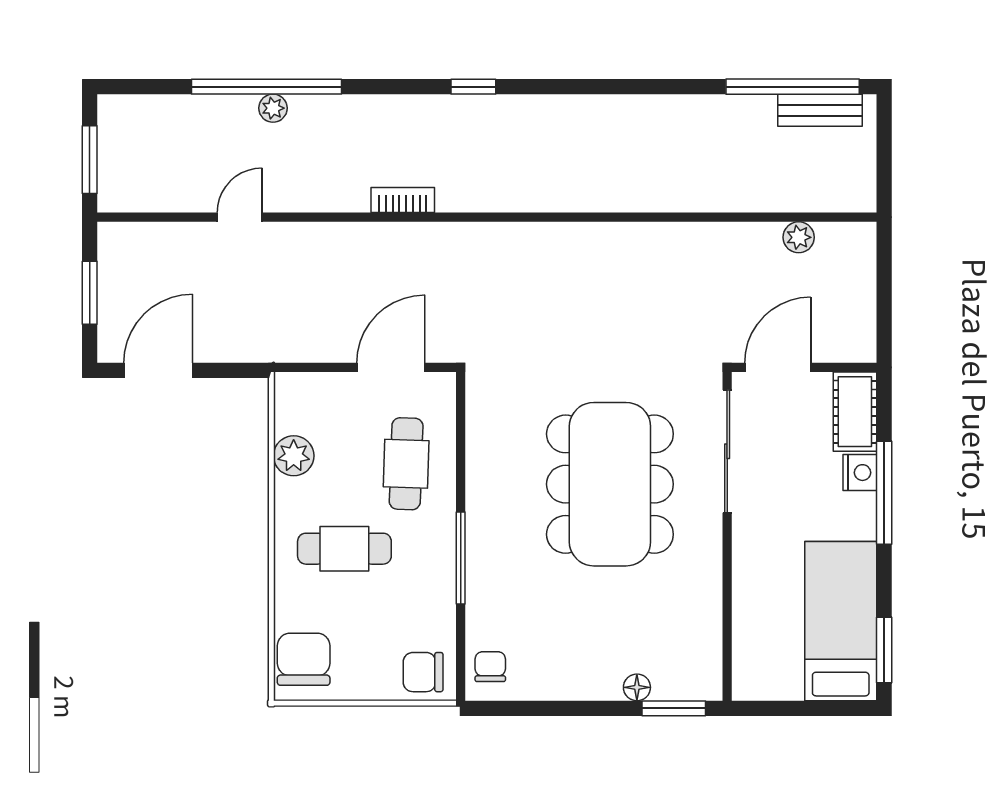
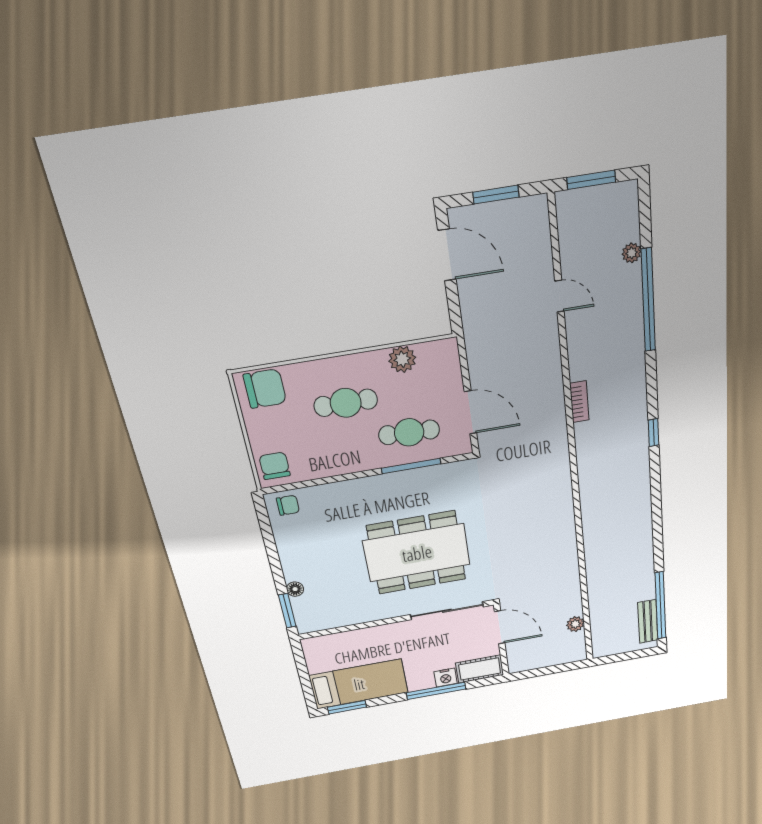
plant: (273, 108) -> (632, 253), moved
cafe table: (344, 549) -> (346, 403), turned 90
window: (461, 558) -> (411, 466), moved

